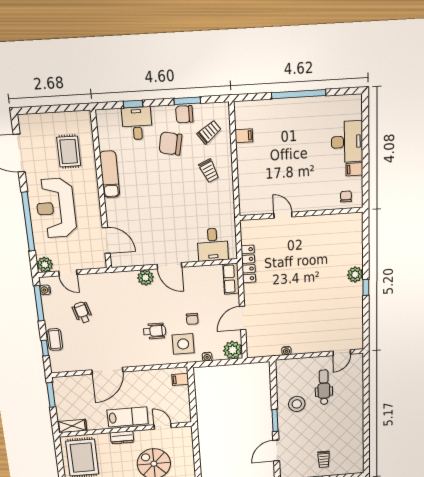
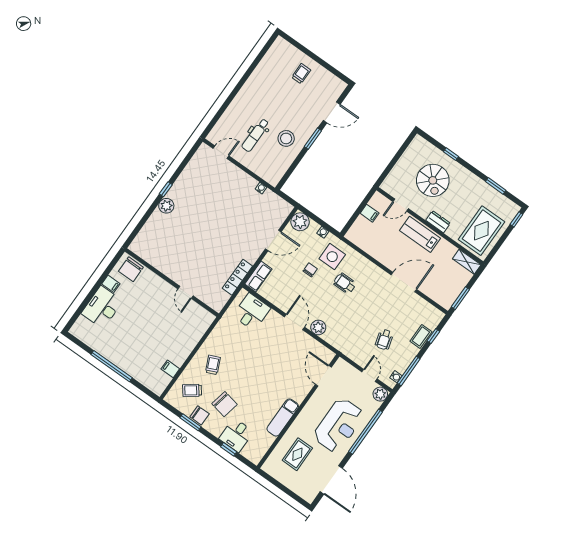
chair: (346, 197) -> (131, 269), width x1.87, depth x1.87
filing cabinet: (180, 379) -> (370, 213), moved
door: (163, 426) -> (401, 205), hinge flipped

